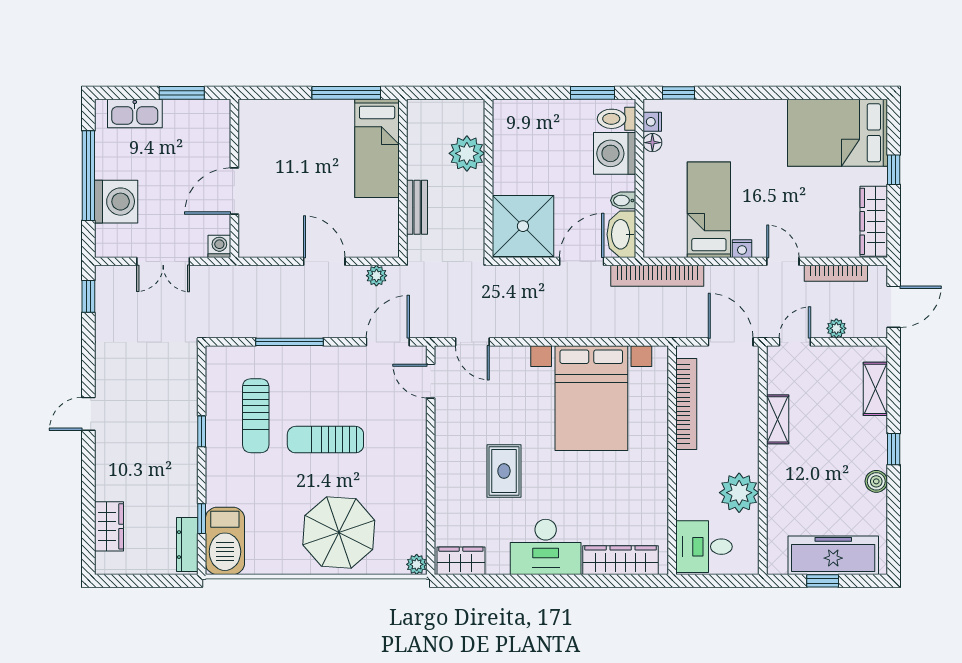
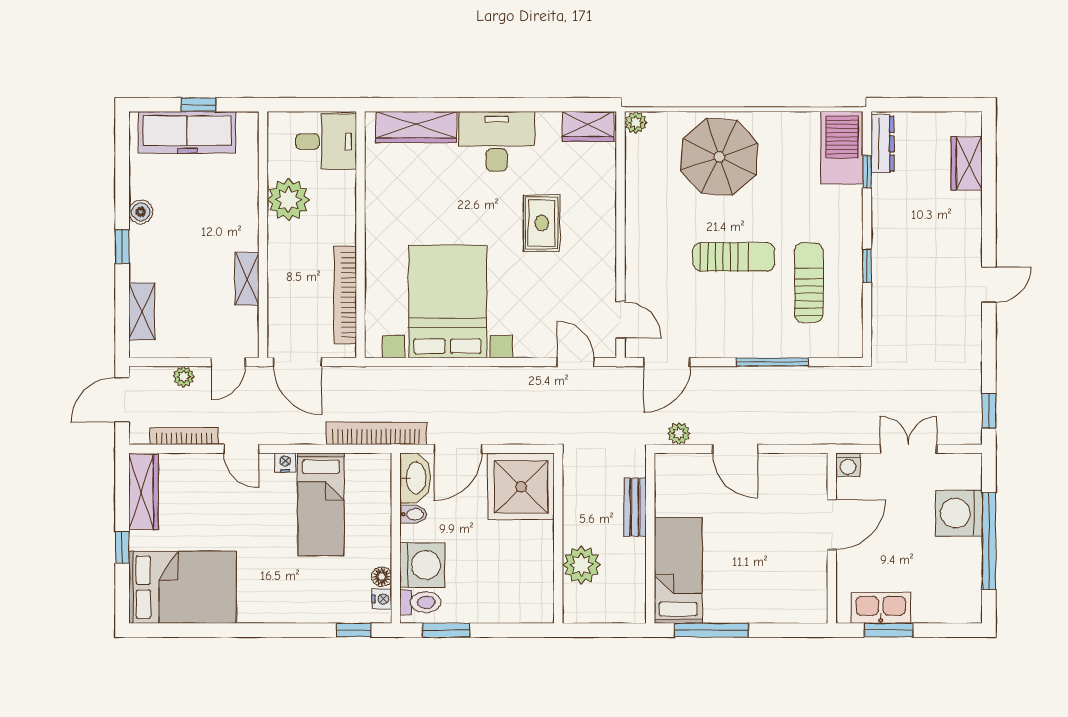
kitchen sink: (135, 113) -> (881, 608), moved

